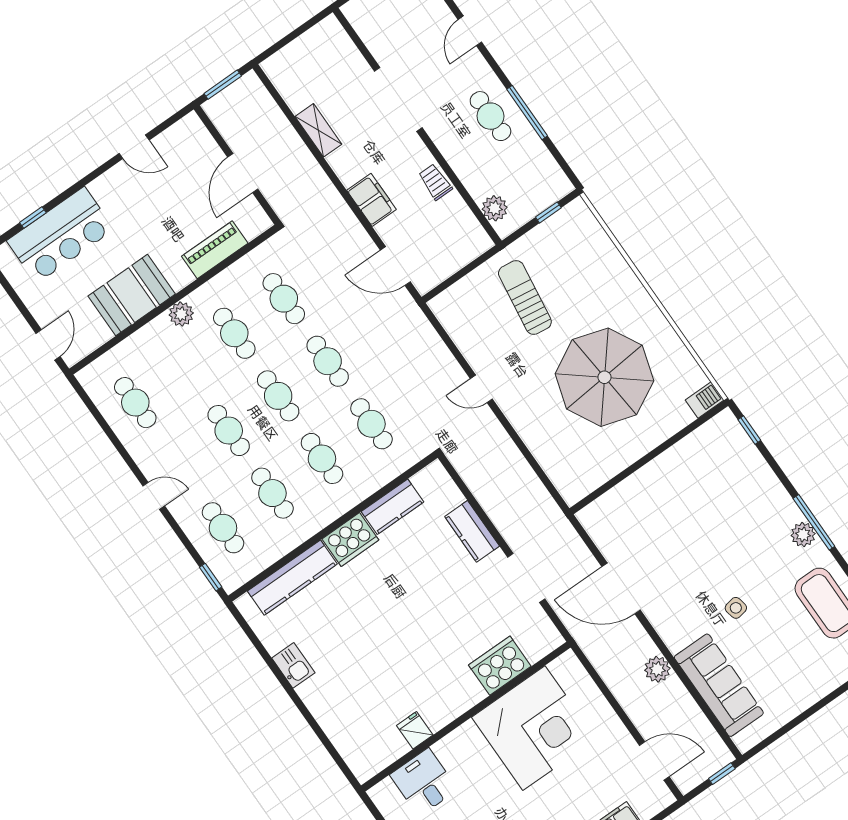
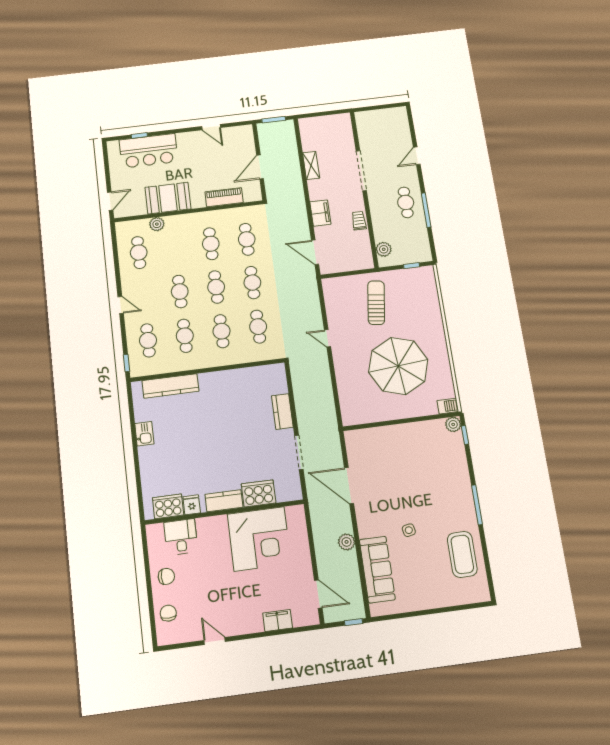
plant: (181, 314) -> (157, 224), moved
kitchen counter: (392, 507) -> (224, 501), moved, turned 180
plant: (803, 535) -> (453, 424), moved
cooker: (350, 540) -> (168, 506), moved, turned 180

